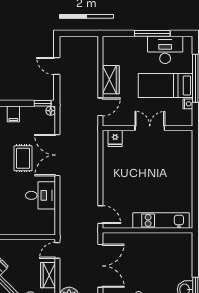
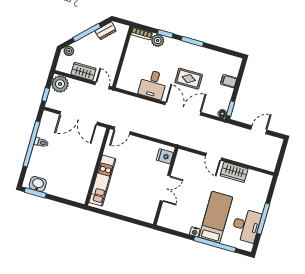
wall: (148, 128) -> (166, 186), moved
double door: (150, 128) -> (165, 188), moved
fridge: (115, 138) -> (165, 156), moved

